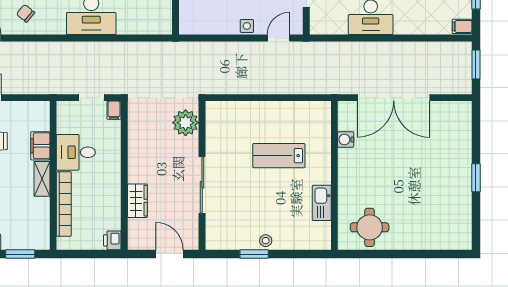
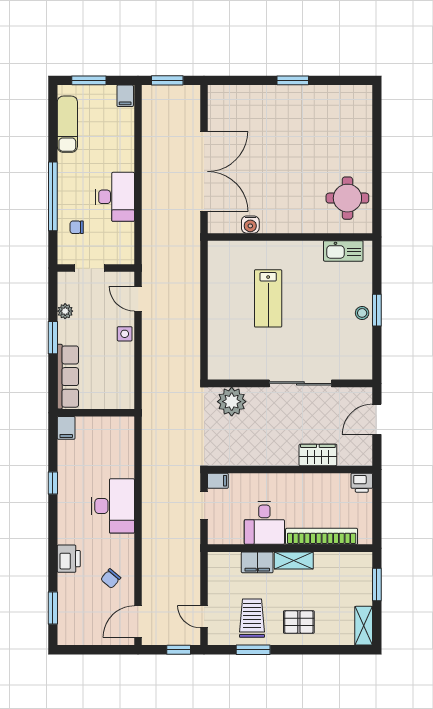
kitchen sink: (322, 203) -> (343, 251), moved
window: (254, 254) -> (377, 310), moved

